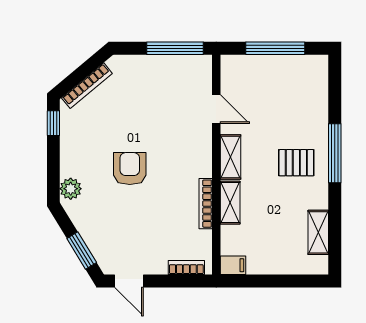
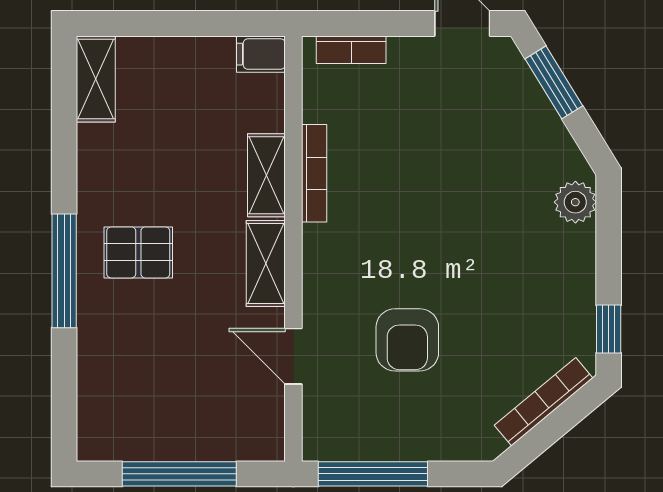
armchair: (130, 169) -> (407, 340), moved
shelving: (318, 232) -> (96, 79), moved

